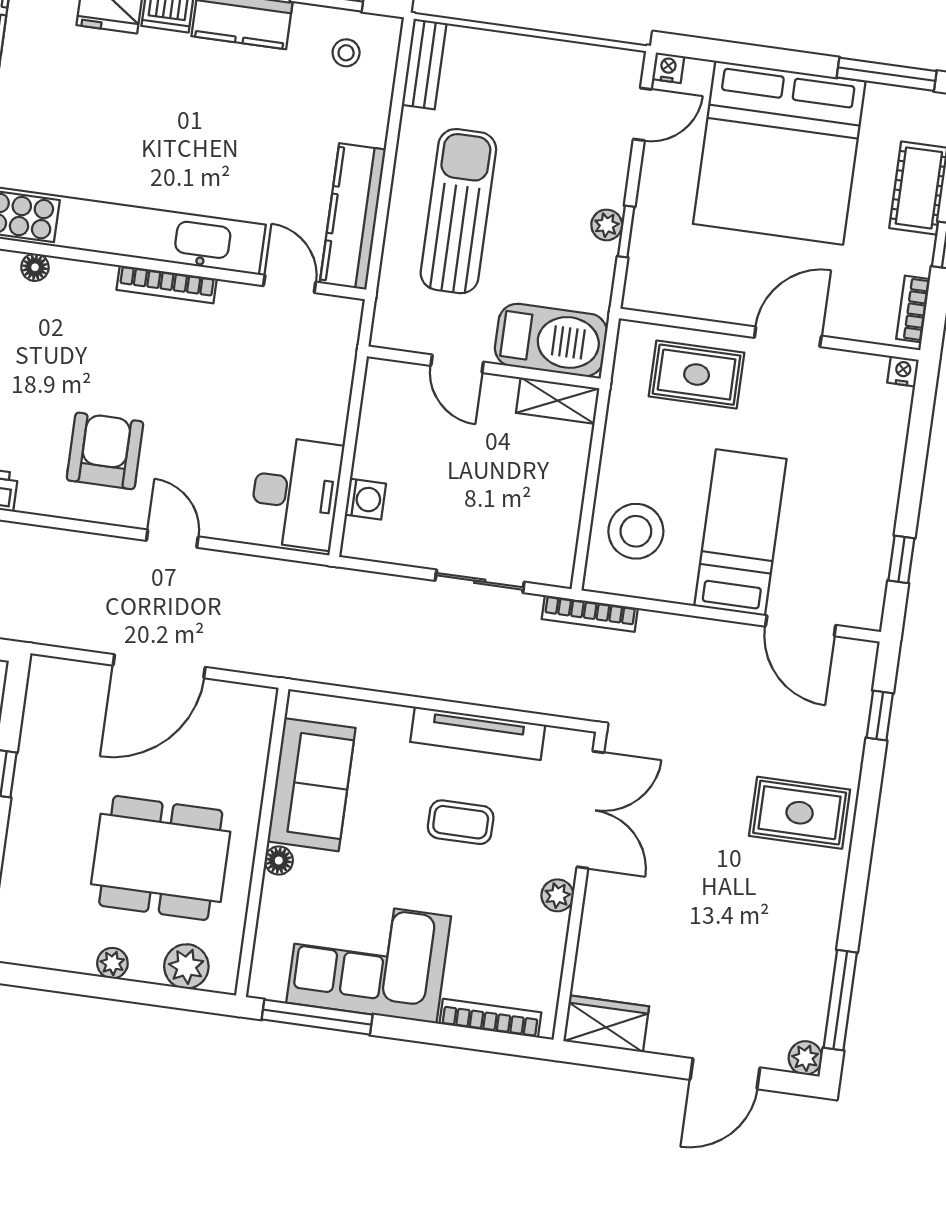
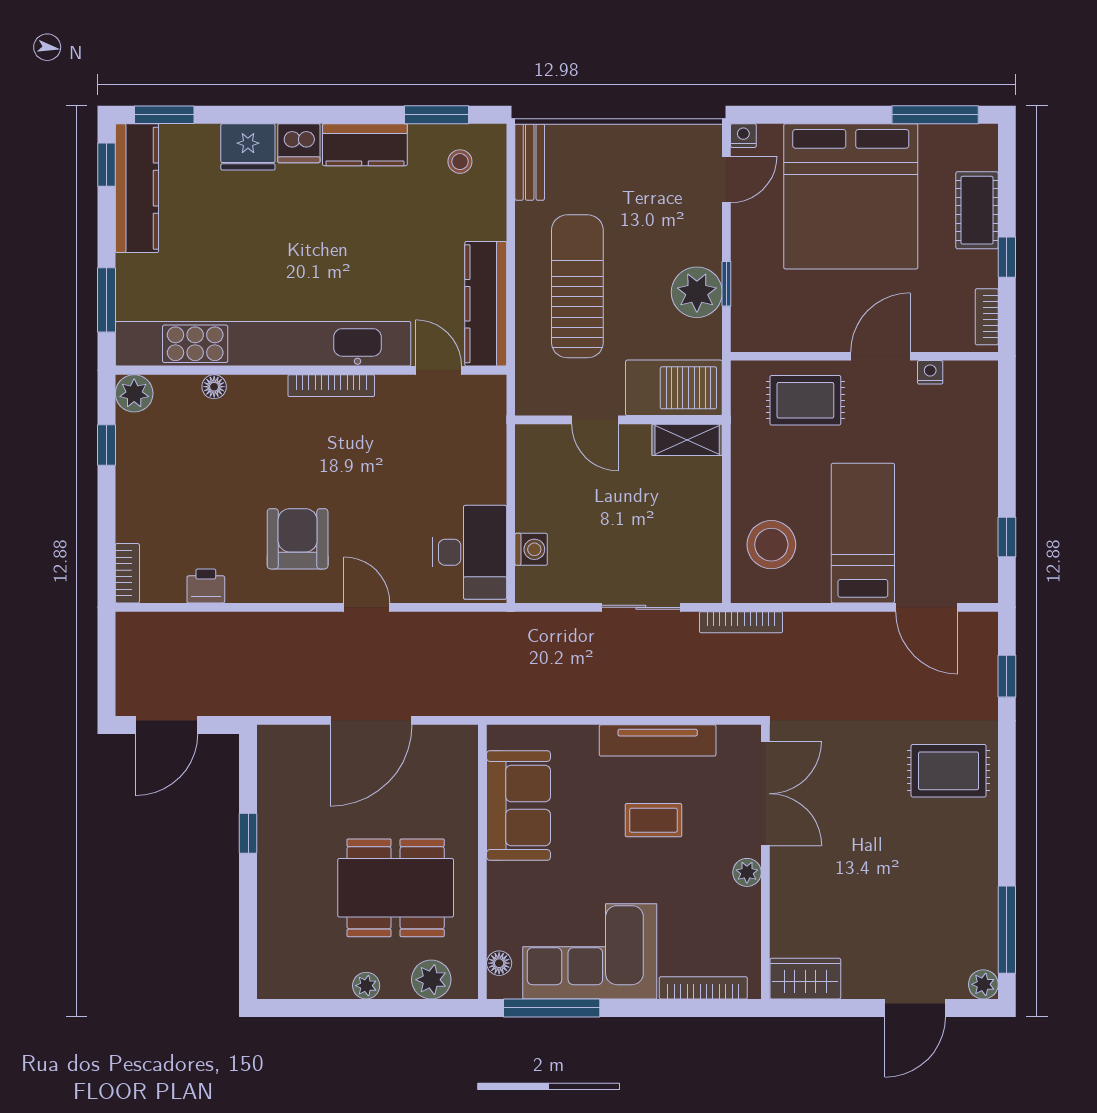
plant: (607, 225) -> (697, 292), width x1.88, depth x1.88
nightstand: (903, 371) -> (930, 372), moved
floor lamp: (279, 860) -> (499, 963), moved

